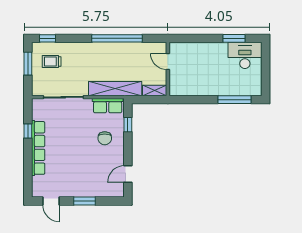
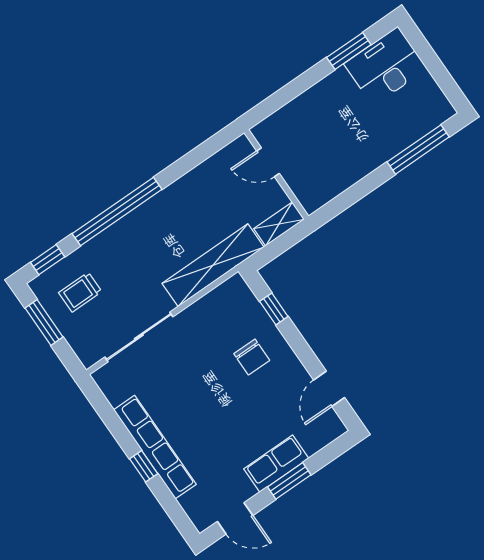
window: (117, 38) -> (117, 212), moved
row of seats: (108, 106) -> (276, 464), moved, turned 180
window: (28, 131) -> (144, 466), moved

